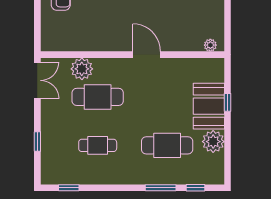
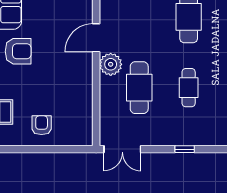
plant: (82, 69) -> (111, 64), moved
double door: (37, 80) -> (122, 149), swing flipped

